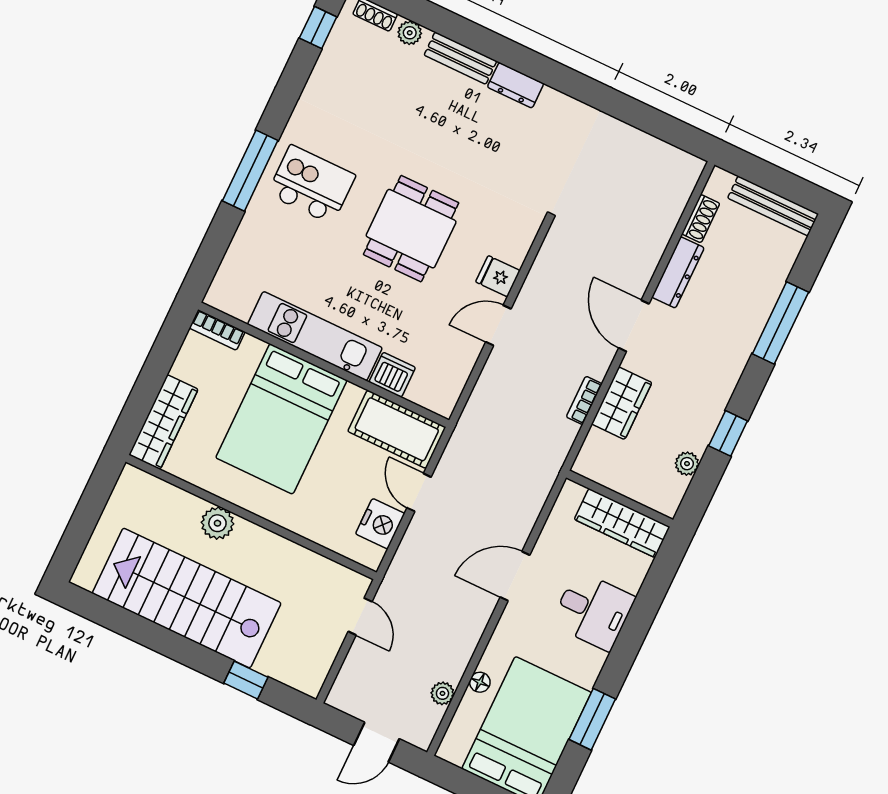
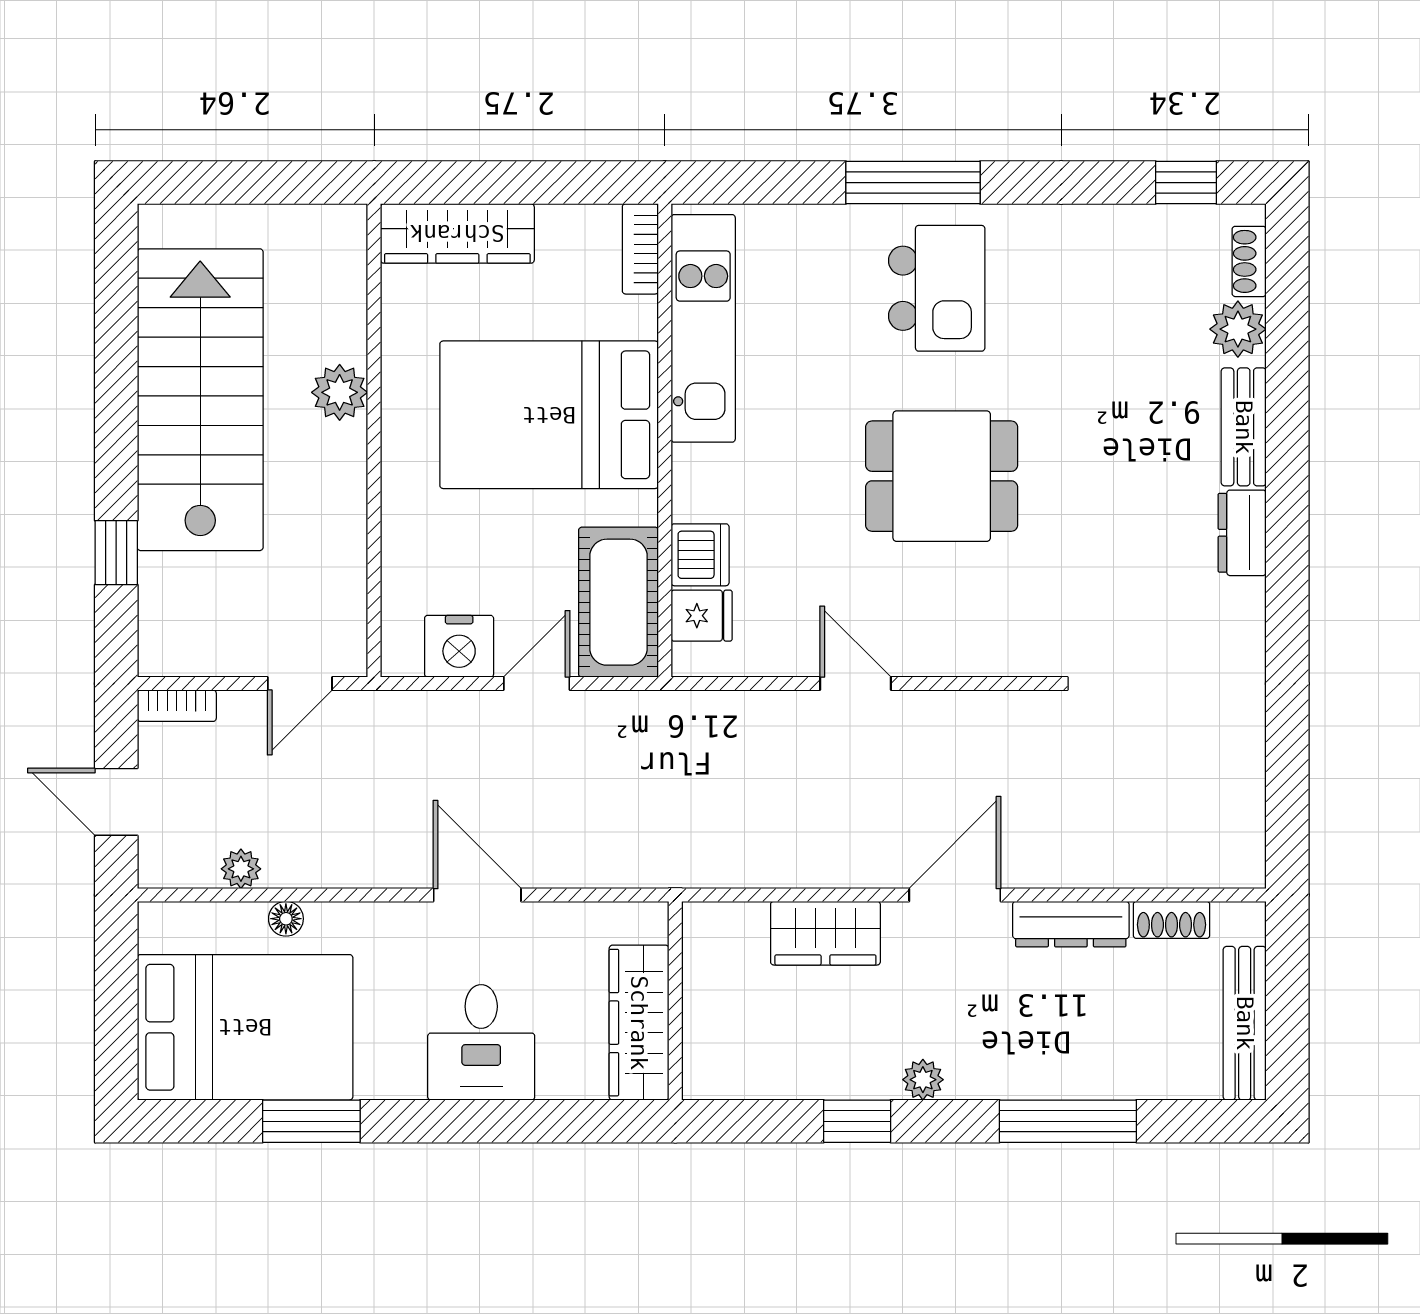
plant: (410, 33) -> (1238, 329), width x1.38, depth x1.38
fridge: (498, 276) -> (702, 616), moved, turned 90
kitchen unit: (315, 336) -> (703, 328), moved
bookcase: (584, 400) -> (177, 706), moved, turned 180
plant: (687, 464) -> (923, 1080), moved

